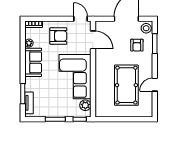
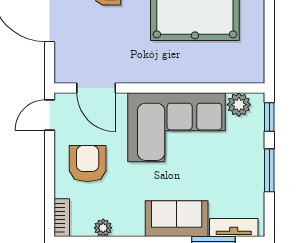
door: (93, 40) -> (96, 88), swing flipped
sofa: (33, 62) -> (177, 219), moved

